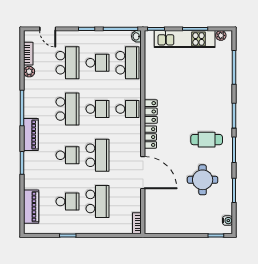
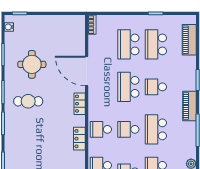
locker: (151, 112) -> (79, 139), moved
school desk: (67, 202) -> (156, 44), width x1.85

